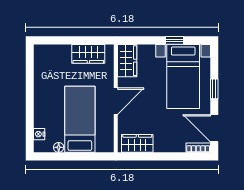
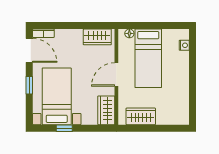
floor lamp: (59, 147) -> (129, 33), moved

